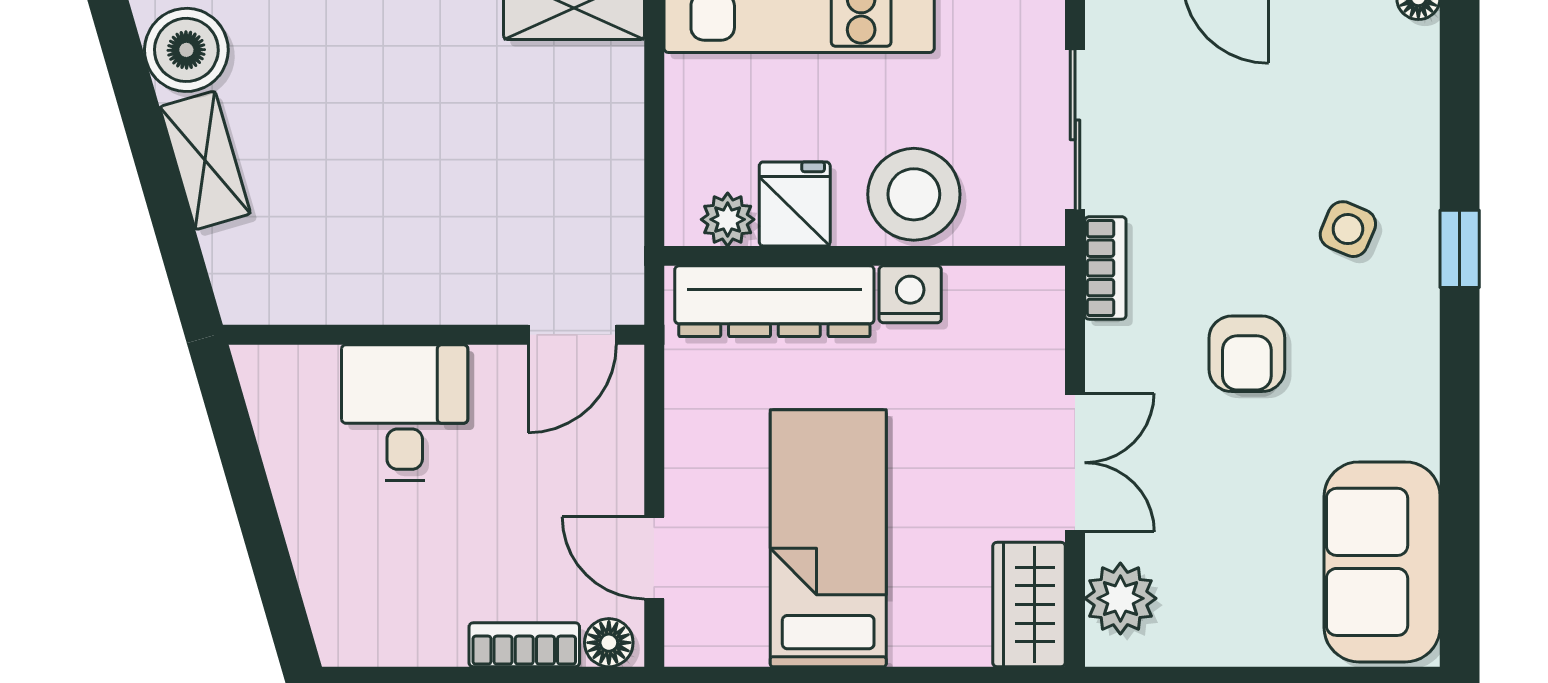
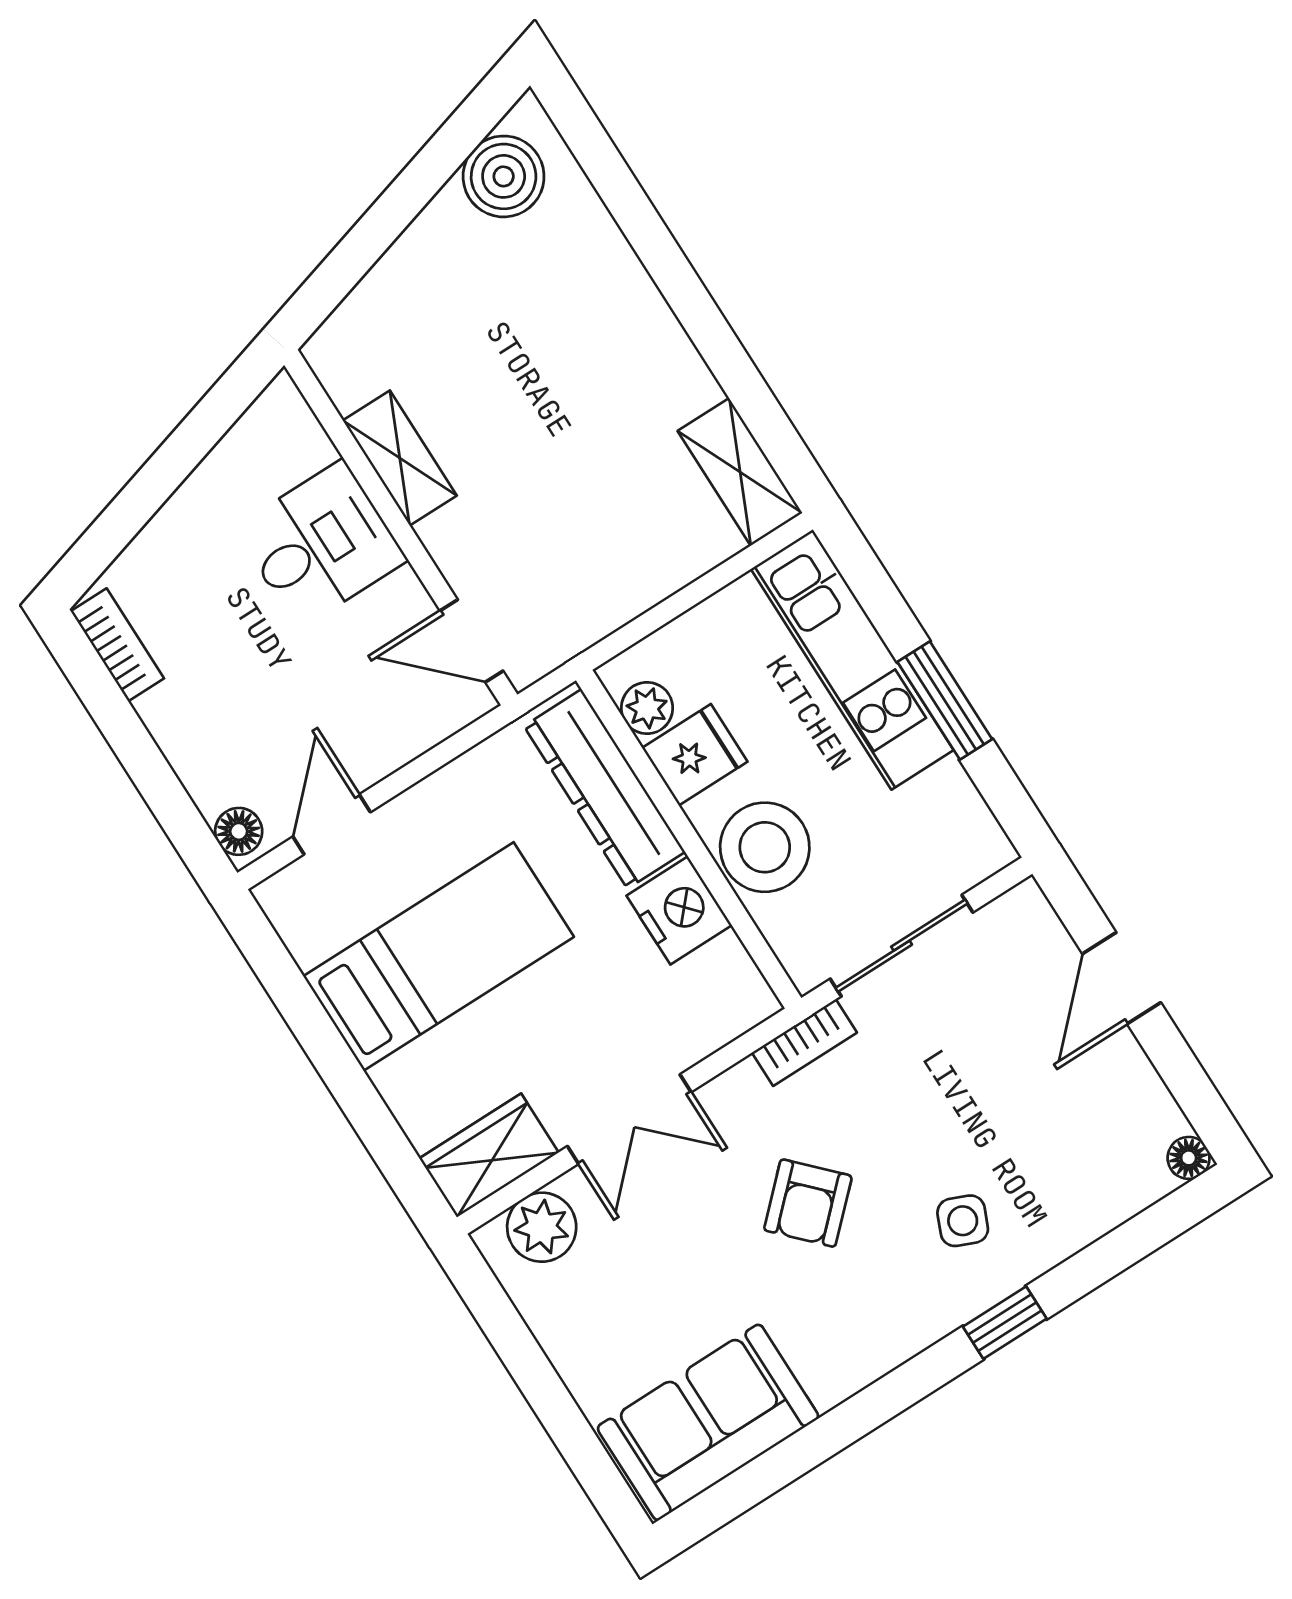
shelving: (205, 160) -> (400, 458), moved, turned -74
nightstand: (910, 294) -> (679, 910), width x1.36, depth x1.33
armchair: (1247, 354) -> (808, 1203), turned -44
bookcase: (524, 645) -> (117, 645), moved

